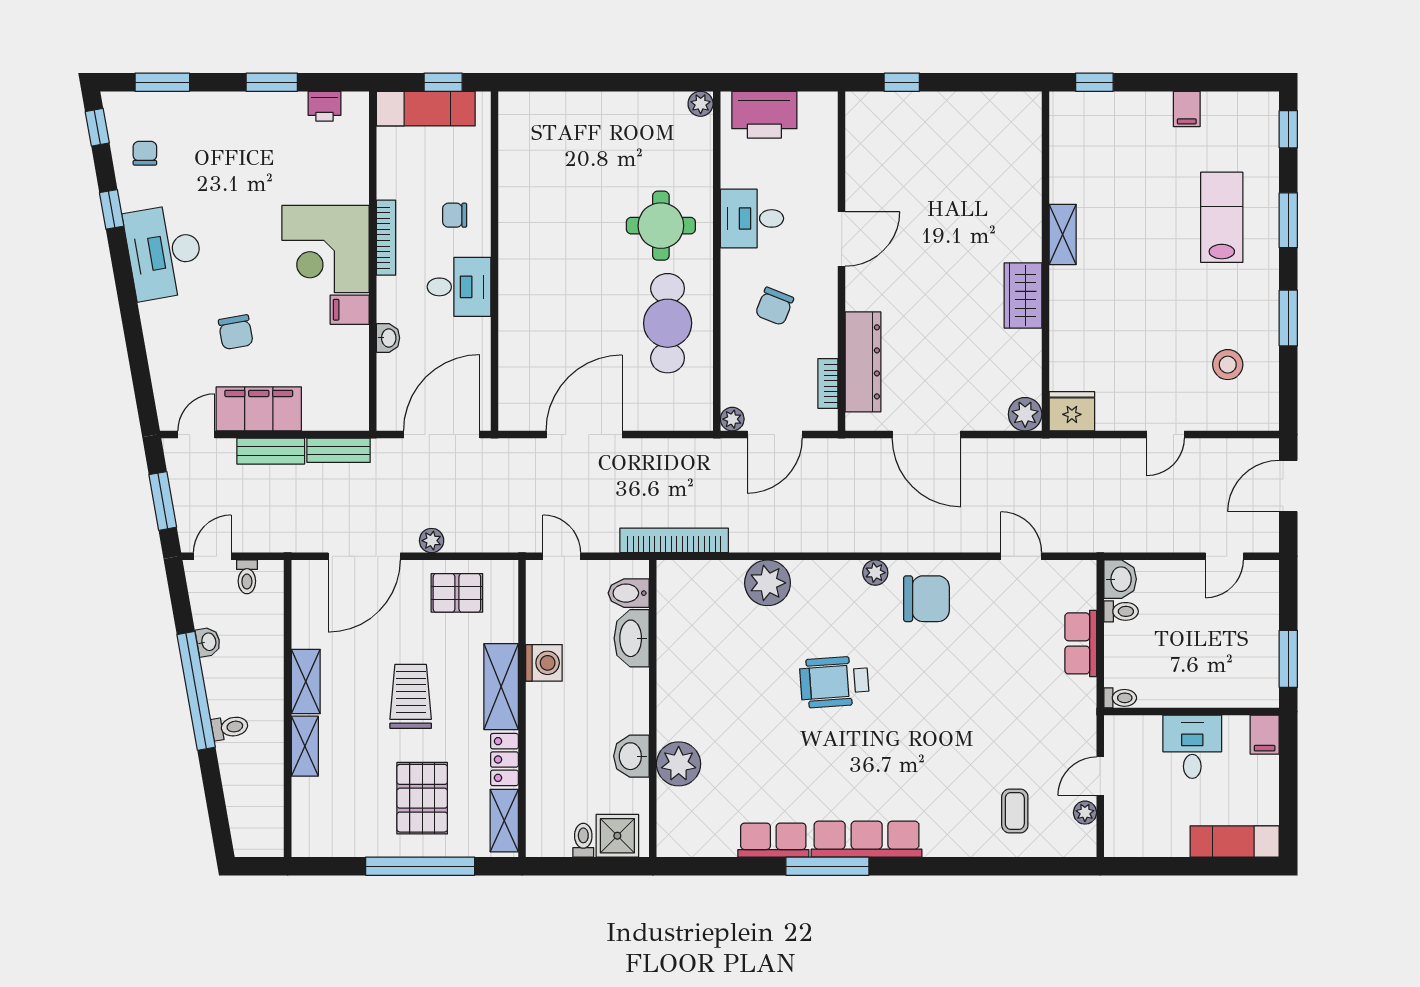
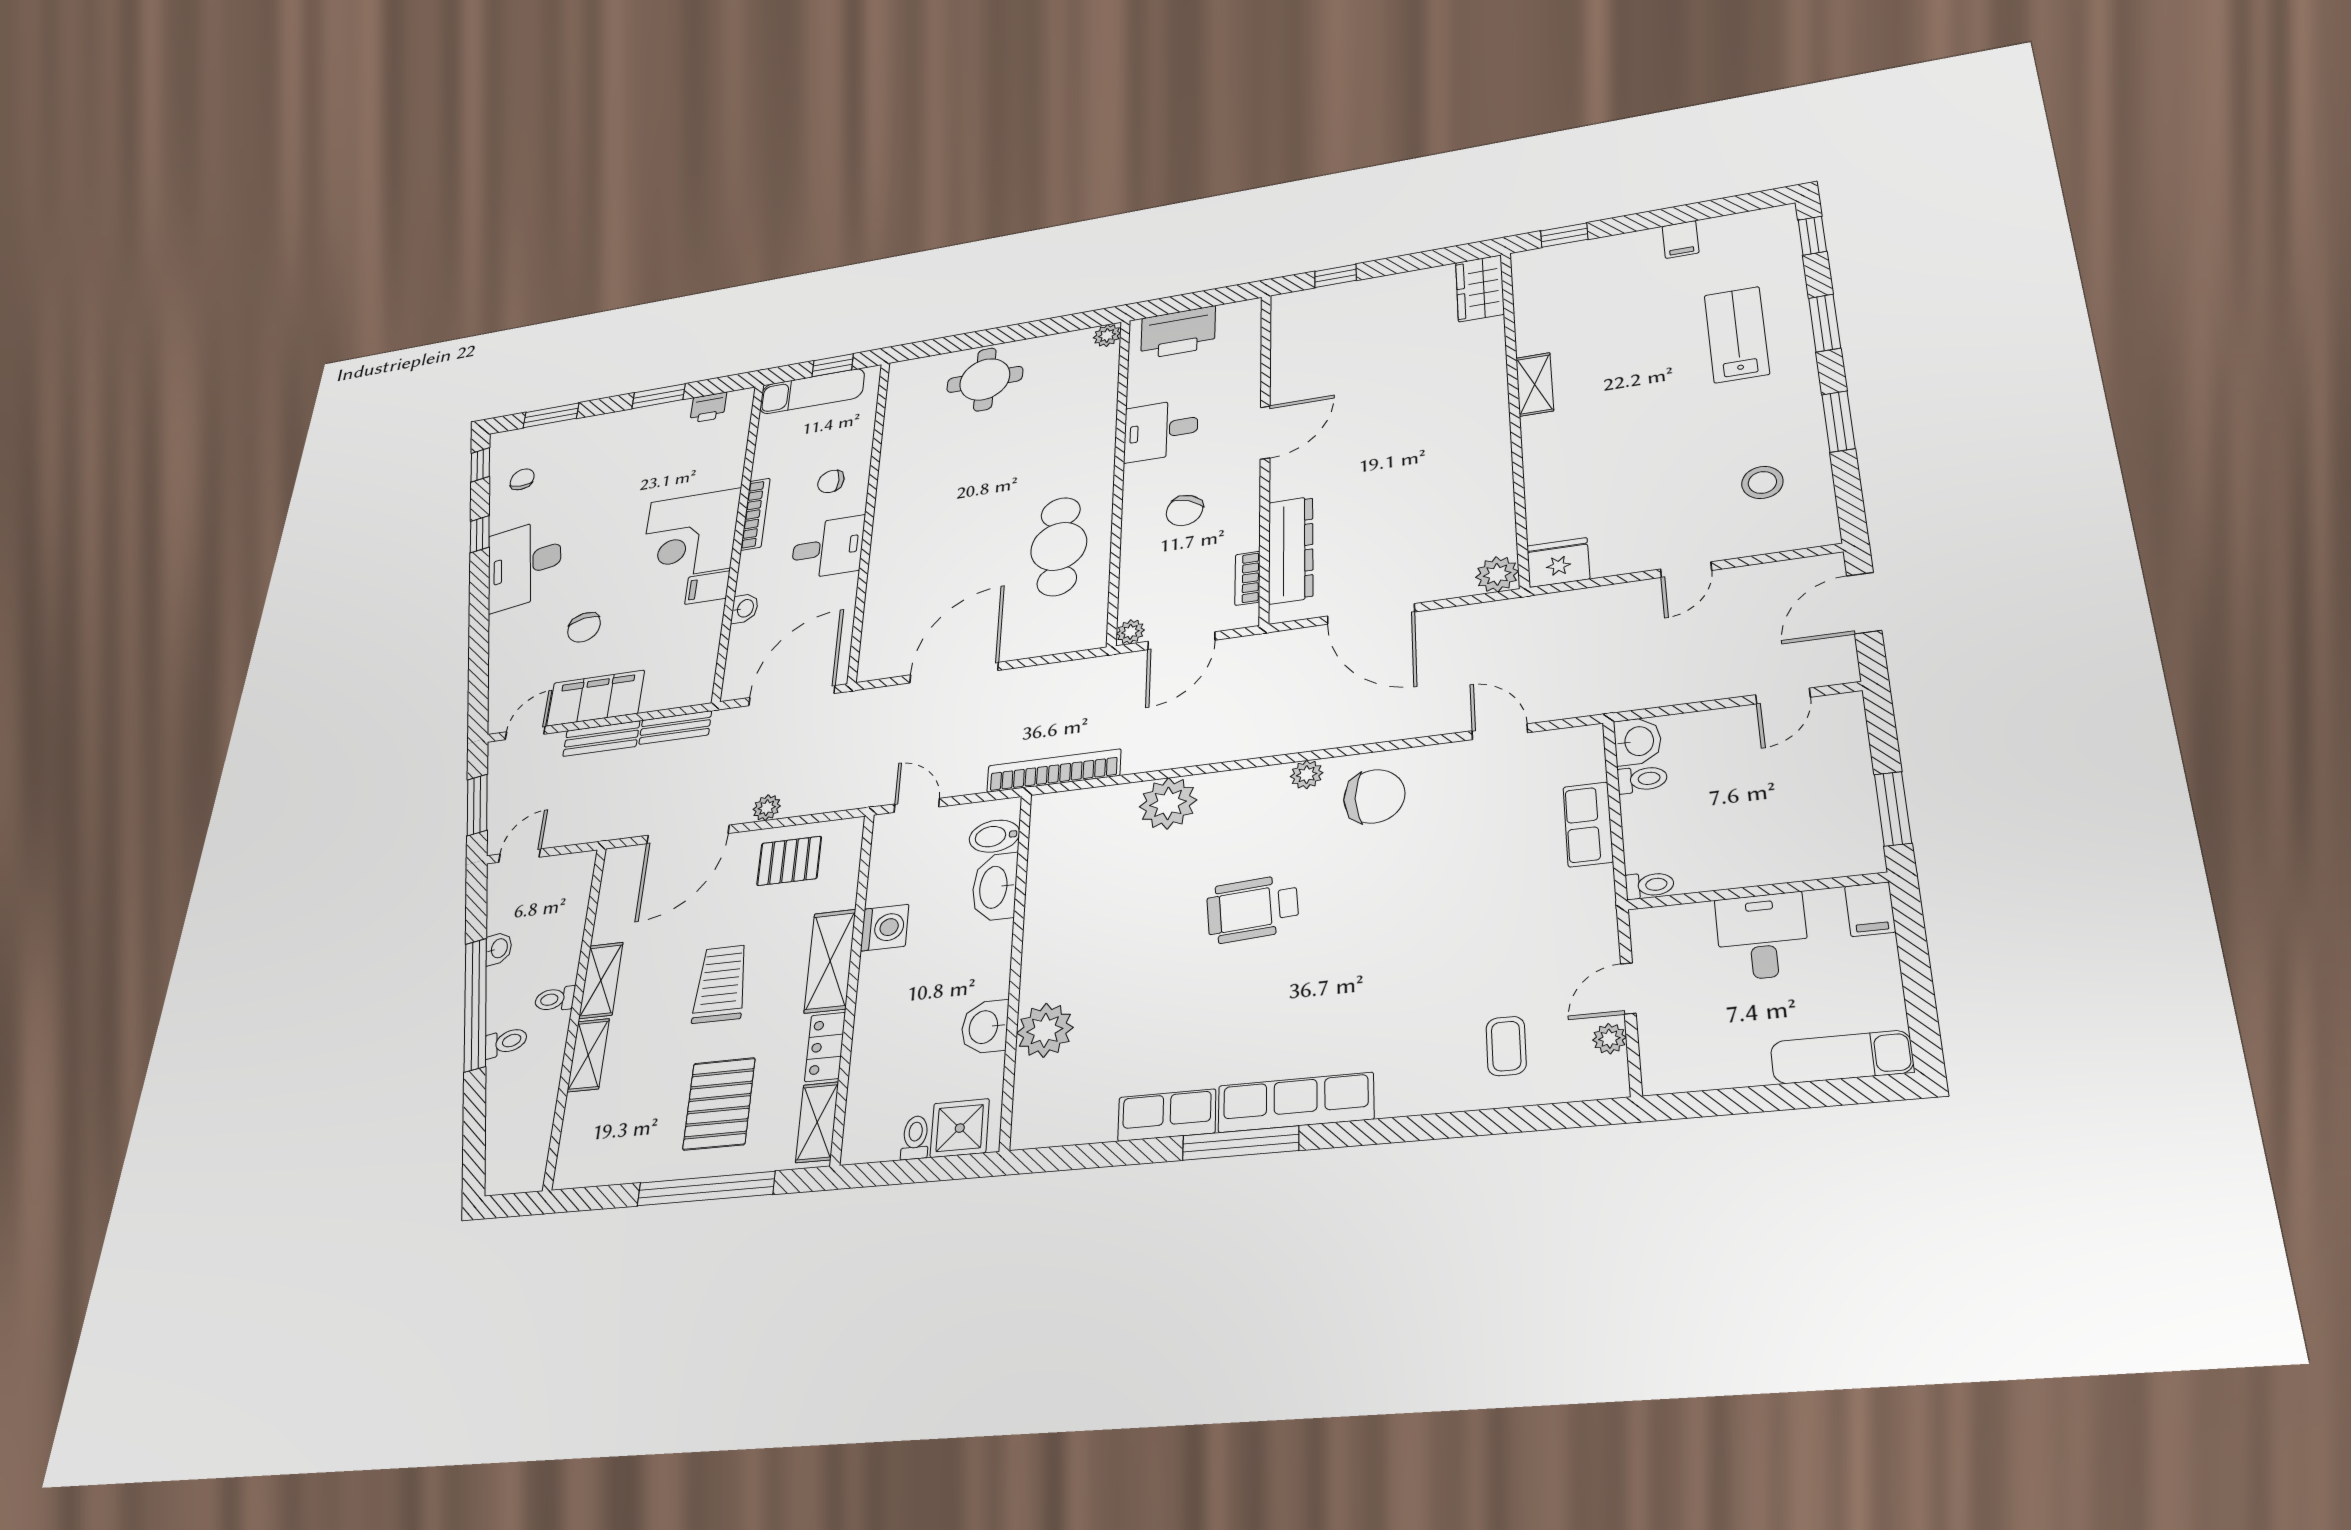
round table: (661, 226) -> (985, 379), moved
wardrobe: (1023, 295) -> (1480, 288), moved
toilet: (247, 577) -> (555, 999), moved, turned 90

